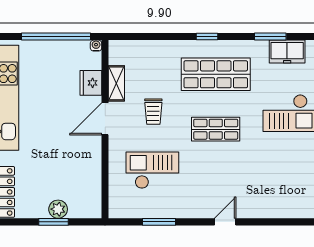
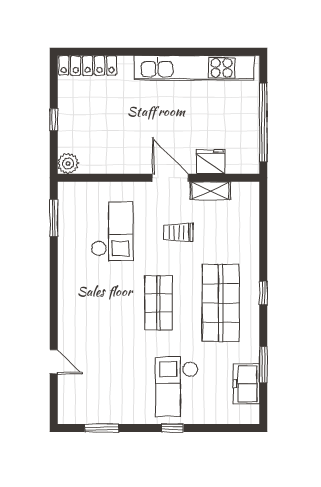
water cooler: (96, 46) -> (253, 168), removed
plant: (58, 209) -> (68, 164), moved
window: (54, 222) -> (54, 120), width x0.67
window: (159, 222) -> (54, 218), moved
door: (225, 222) -> (54, 362), moved

